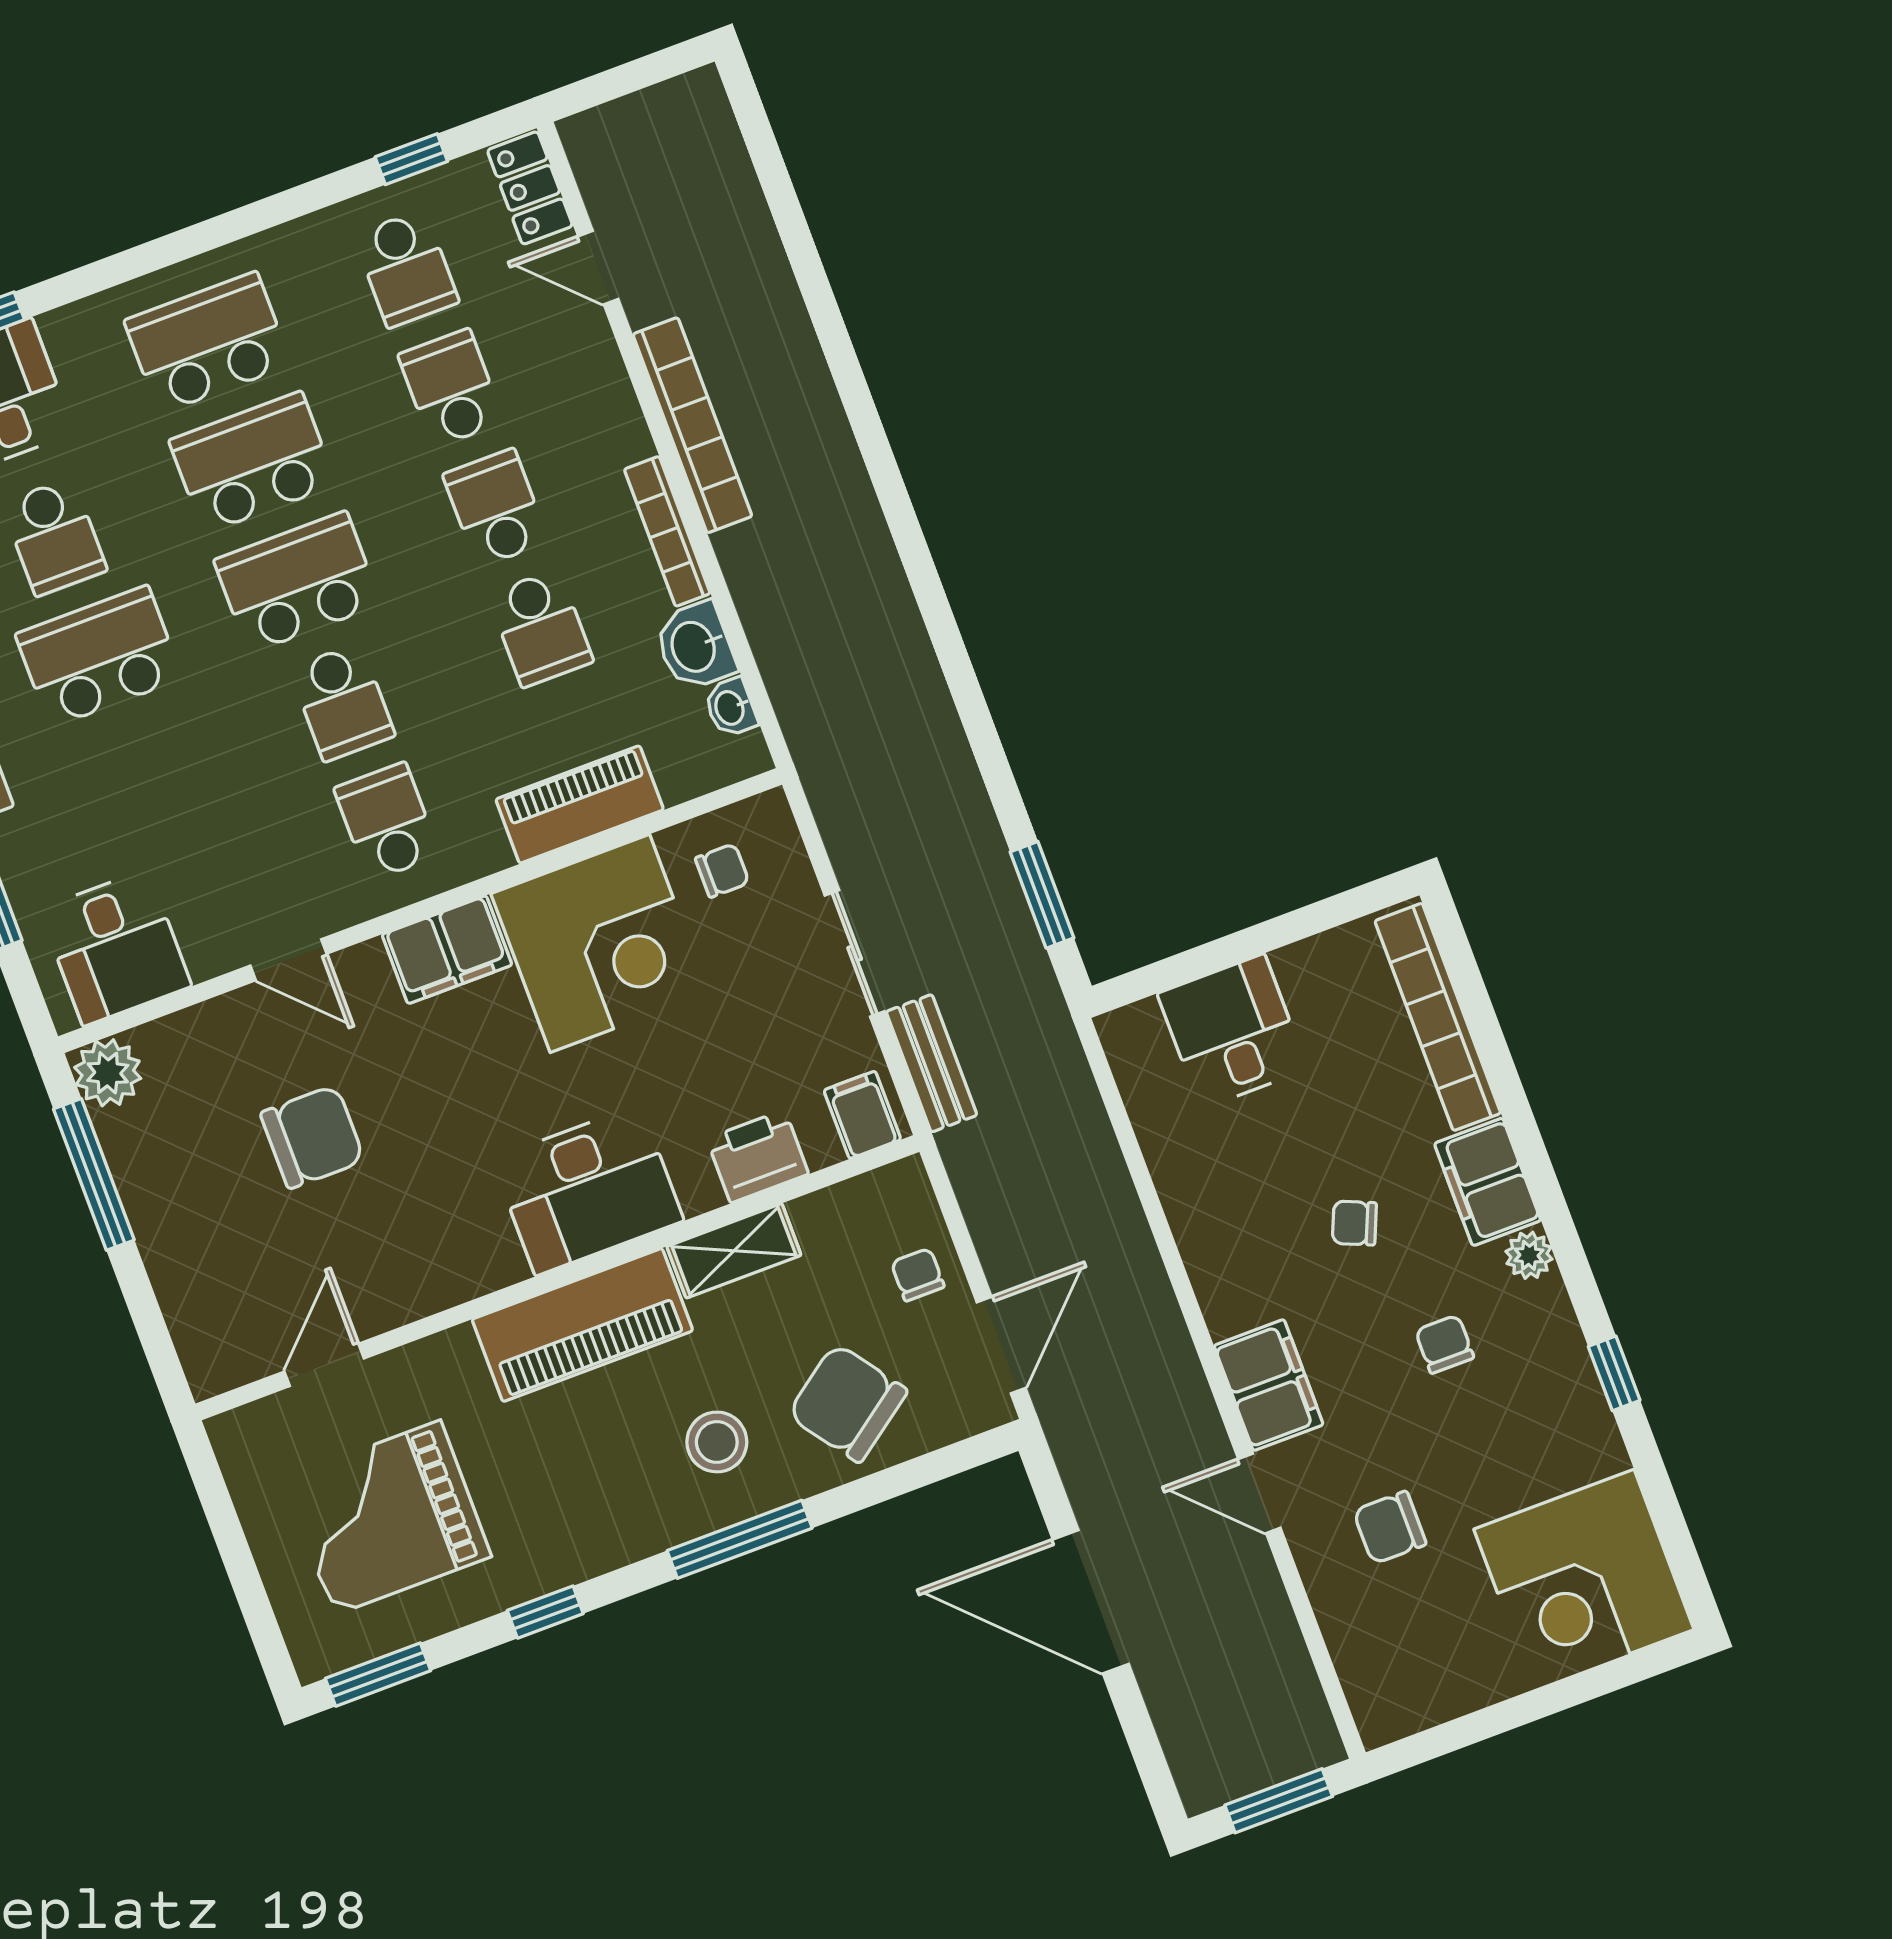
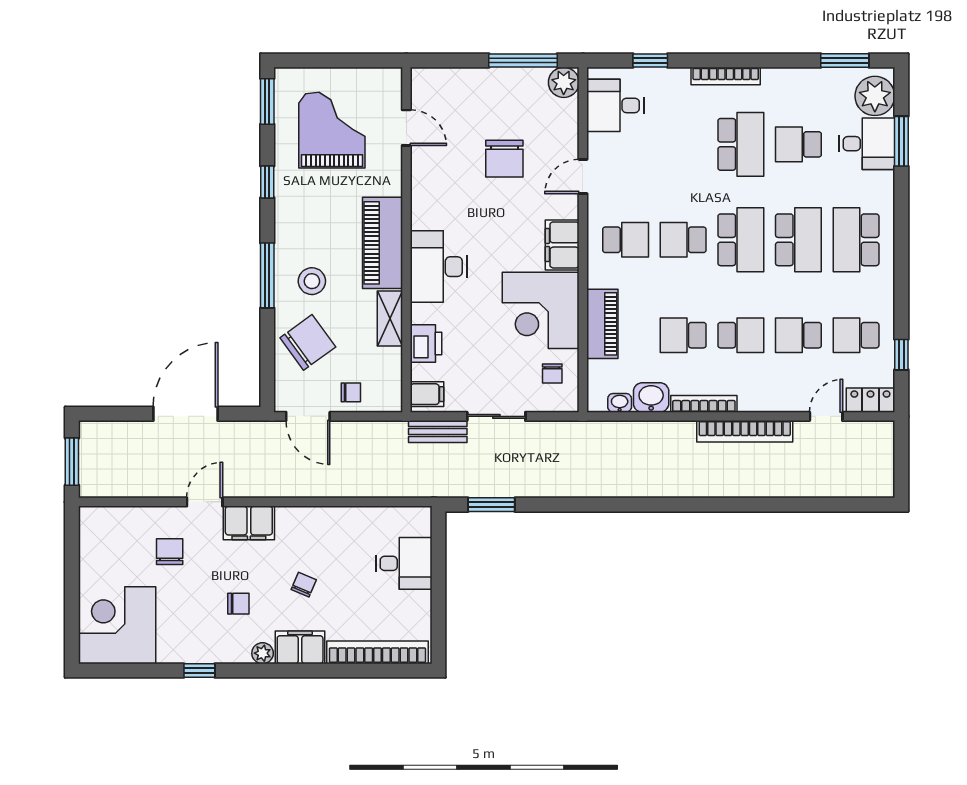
school desk: (208, 343) -> (856, 240), turned 180
school desk: (451, 388) -> (798, 335), turned 180

